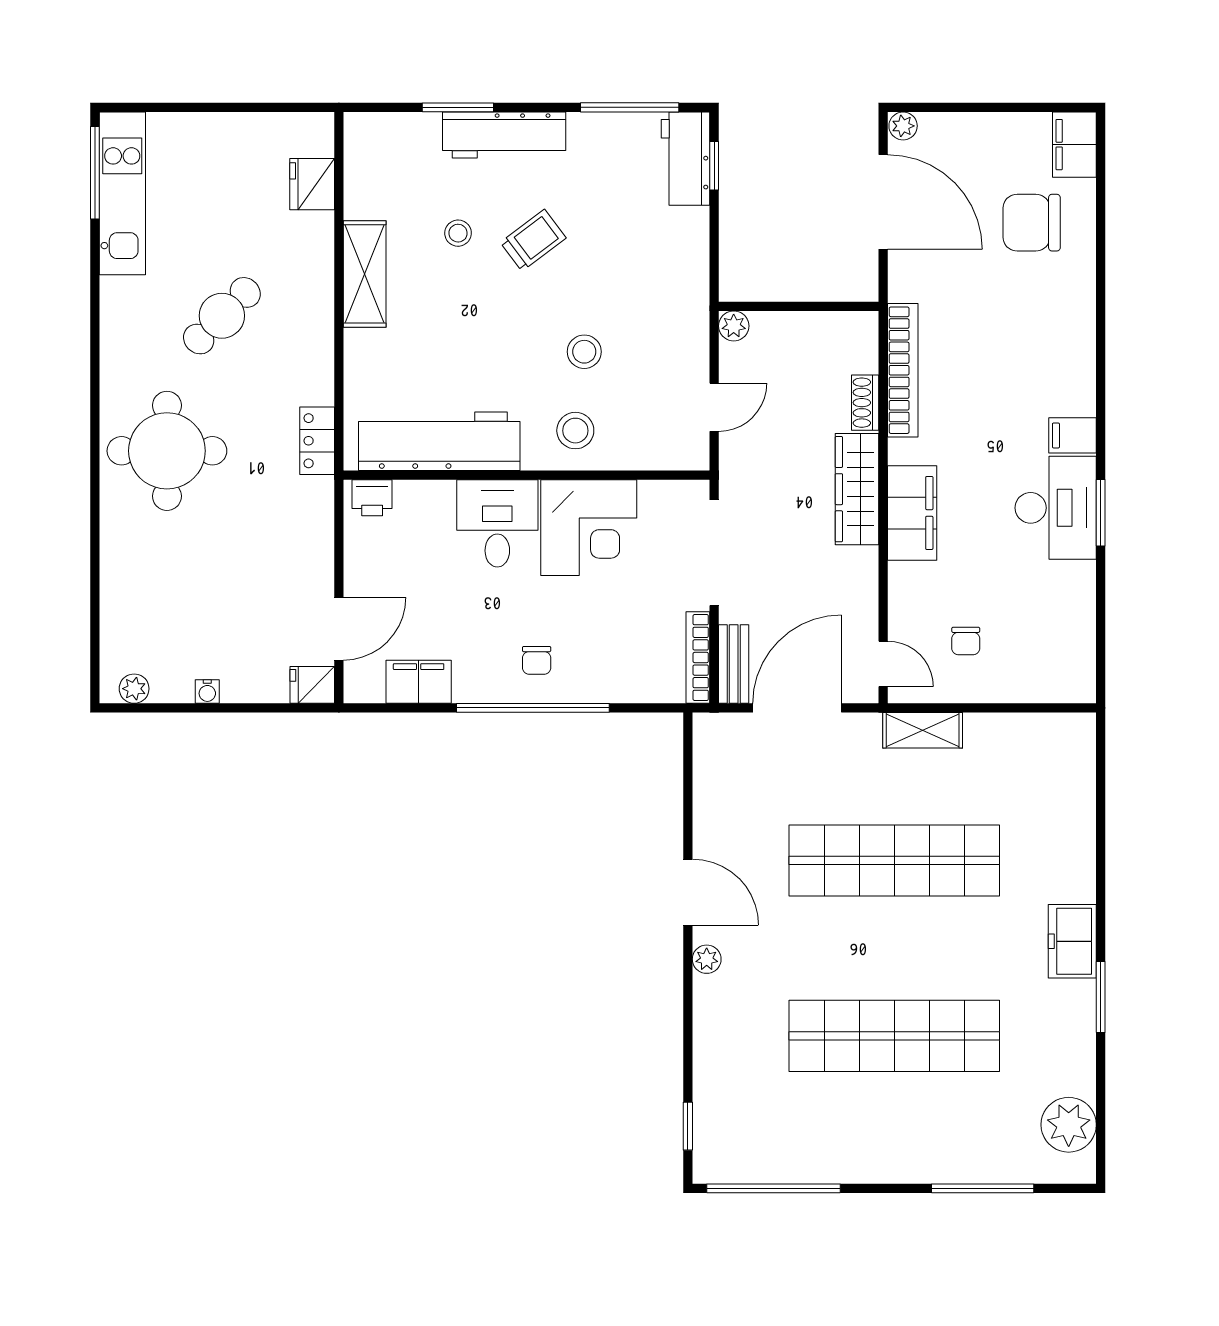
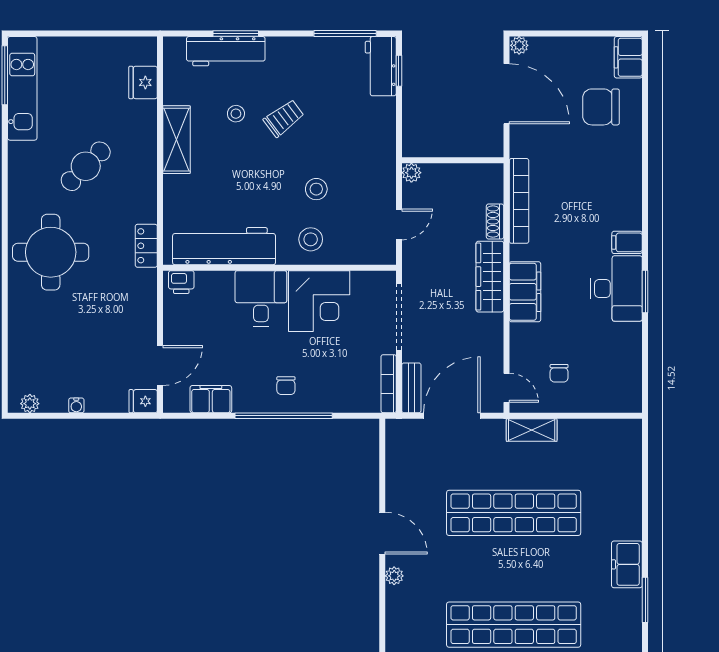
workbench: (504, 135) -> (226, 51), moved

